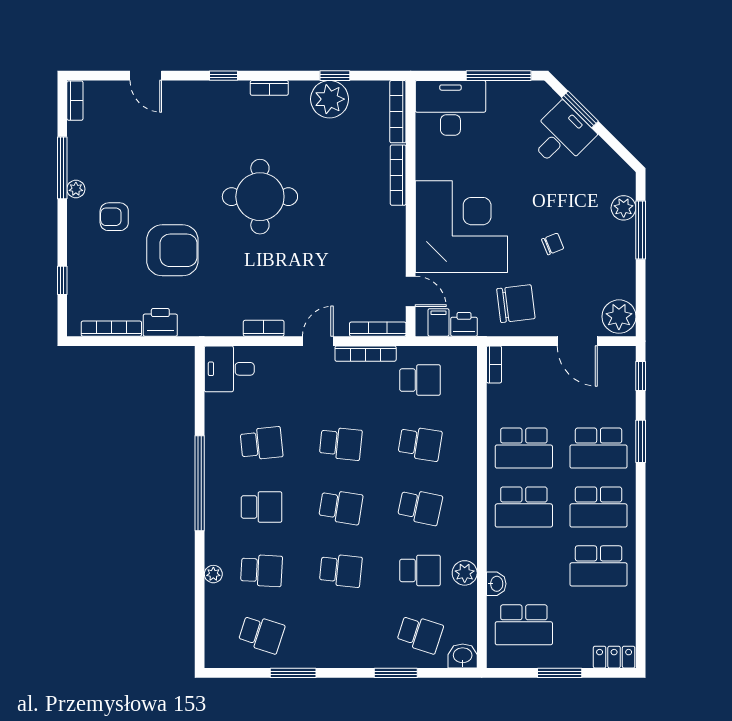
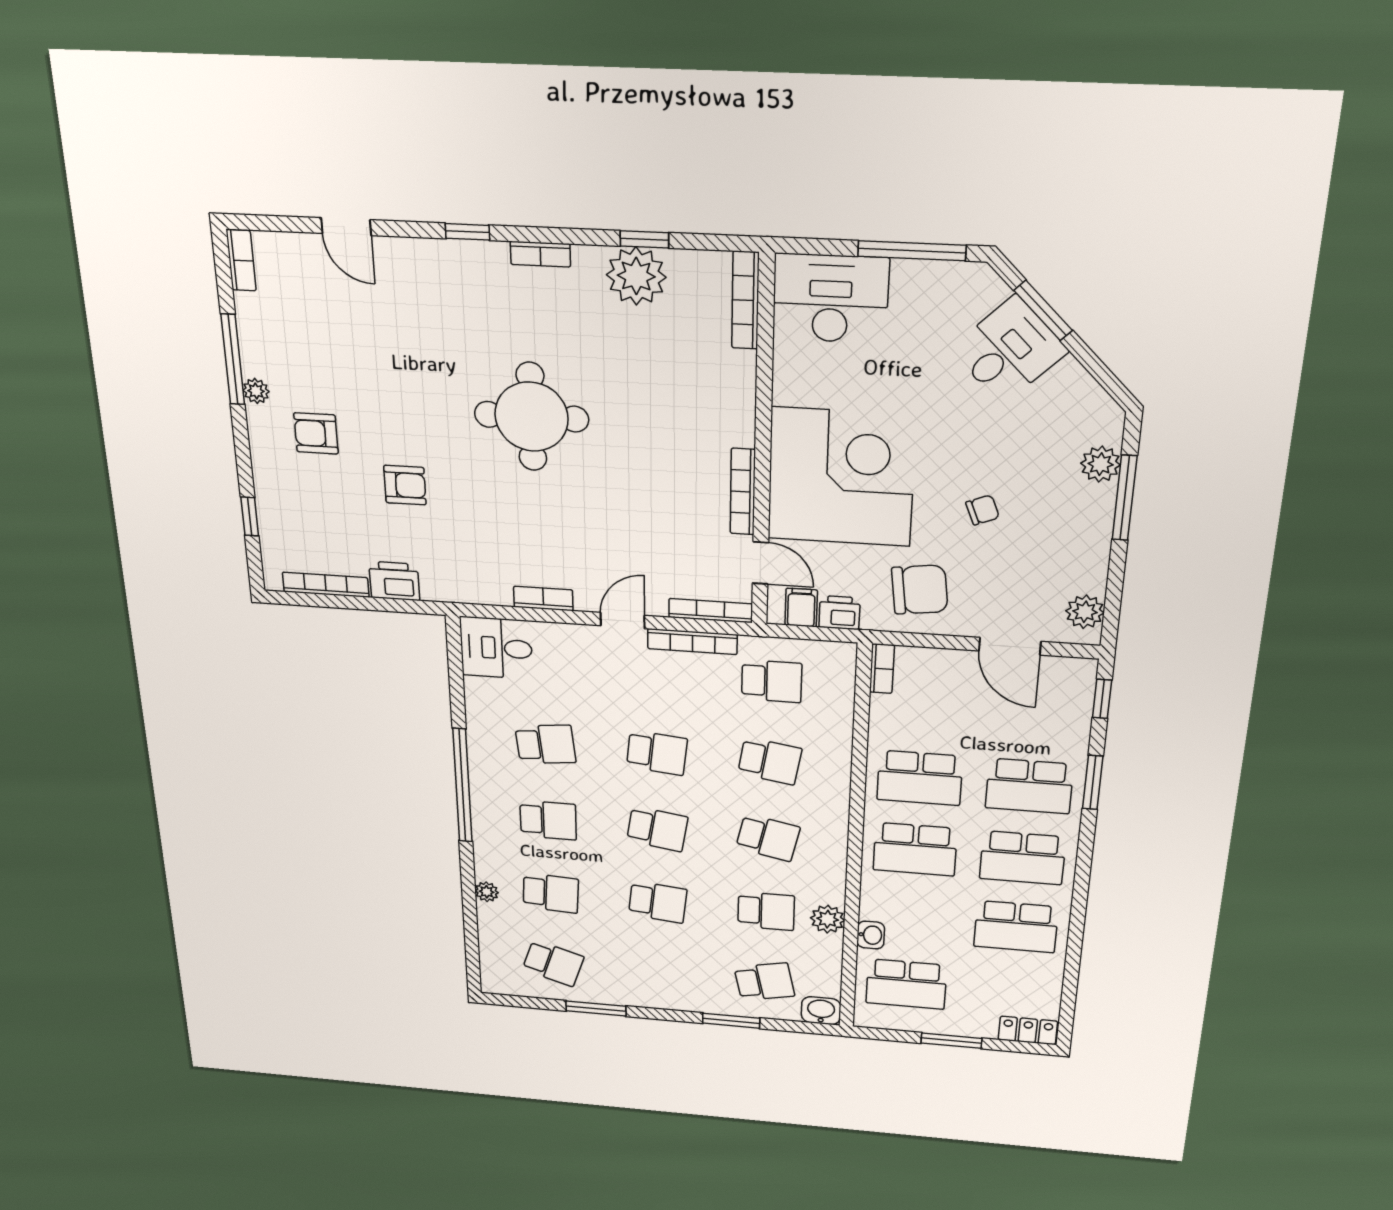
bookcase: (398, 175) -> (743, 492), moved
armchair: (172, 250) -> (405, 485), width x0.53, depth x0.53
plant: (619, 317) -> (1085, 612), width x0.73, depth x0.73
school desk: (420, 634) -> (764, 982), turned -30

